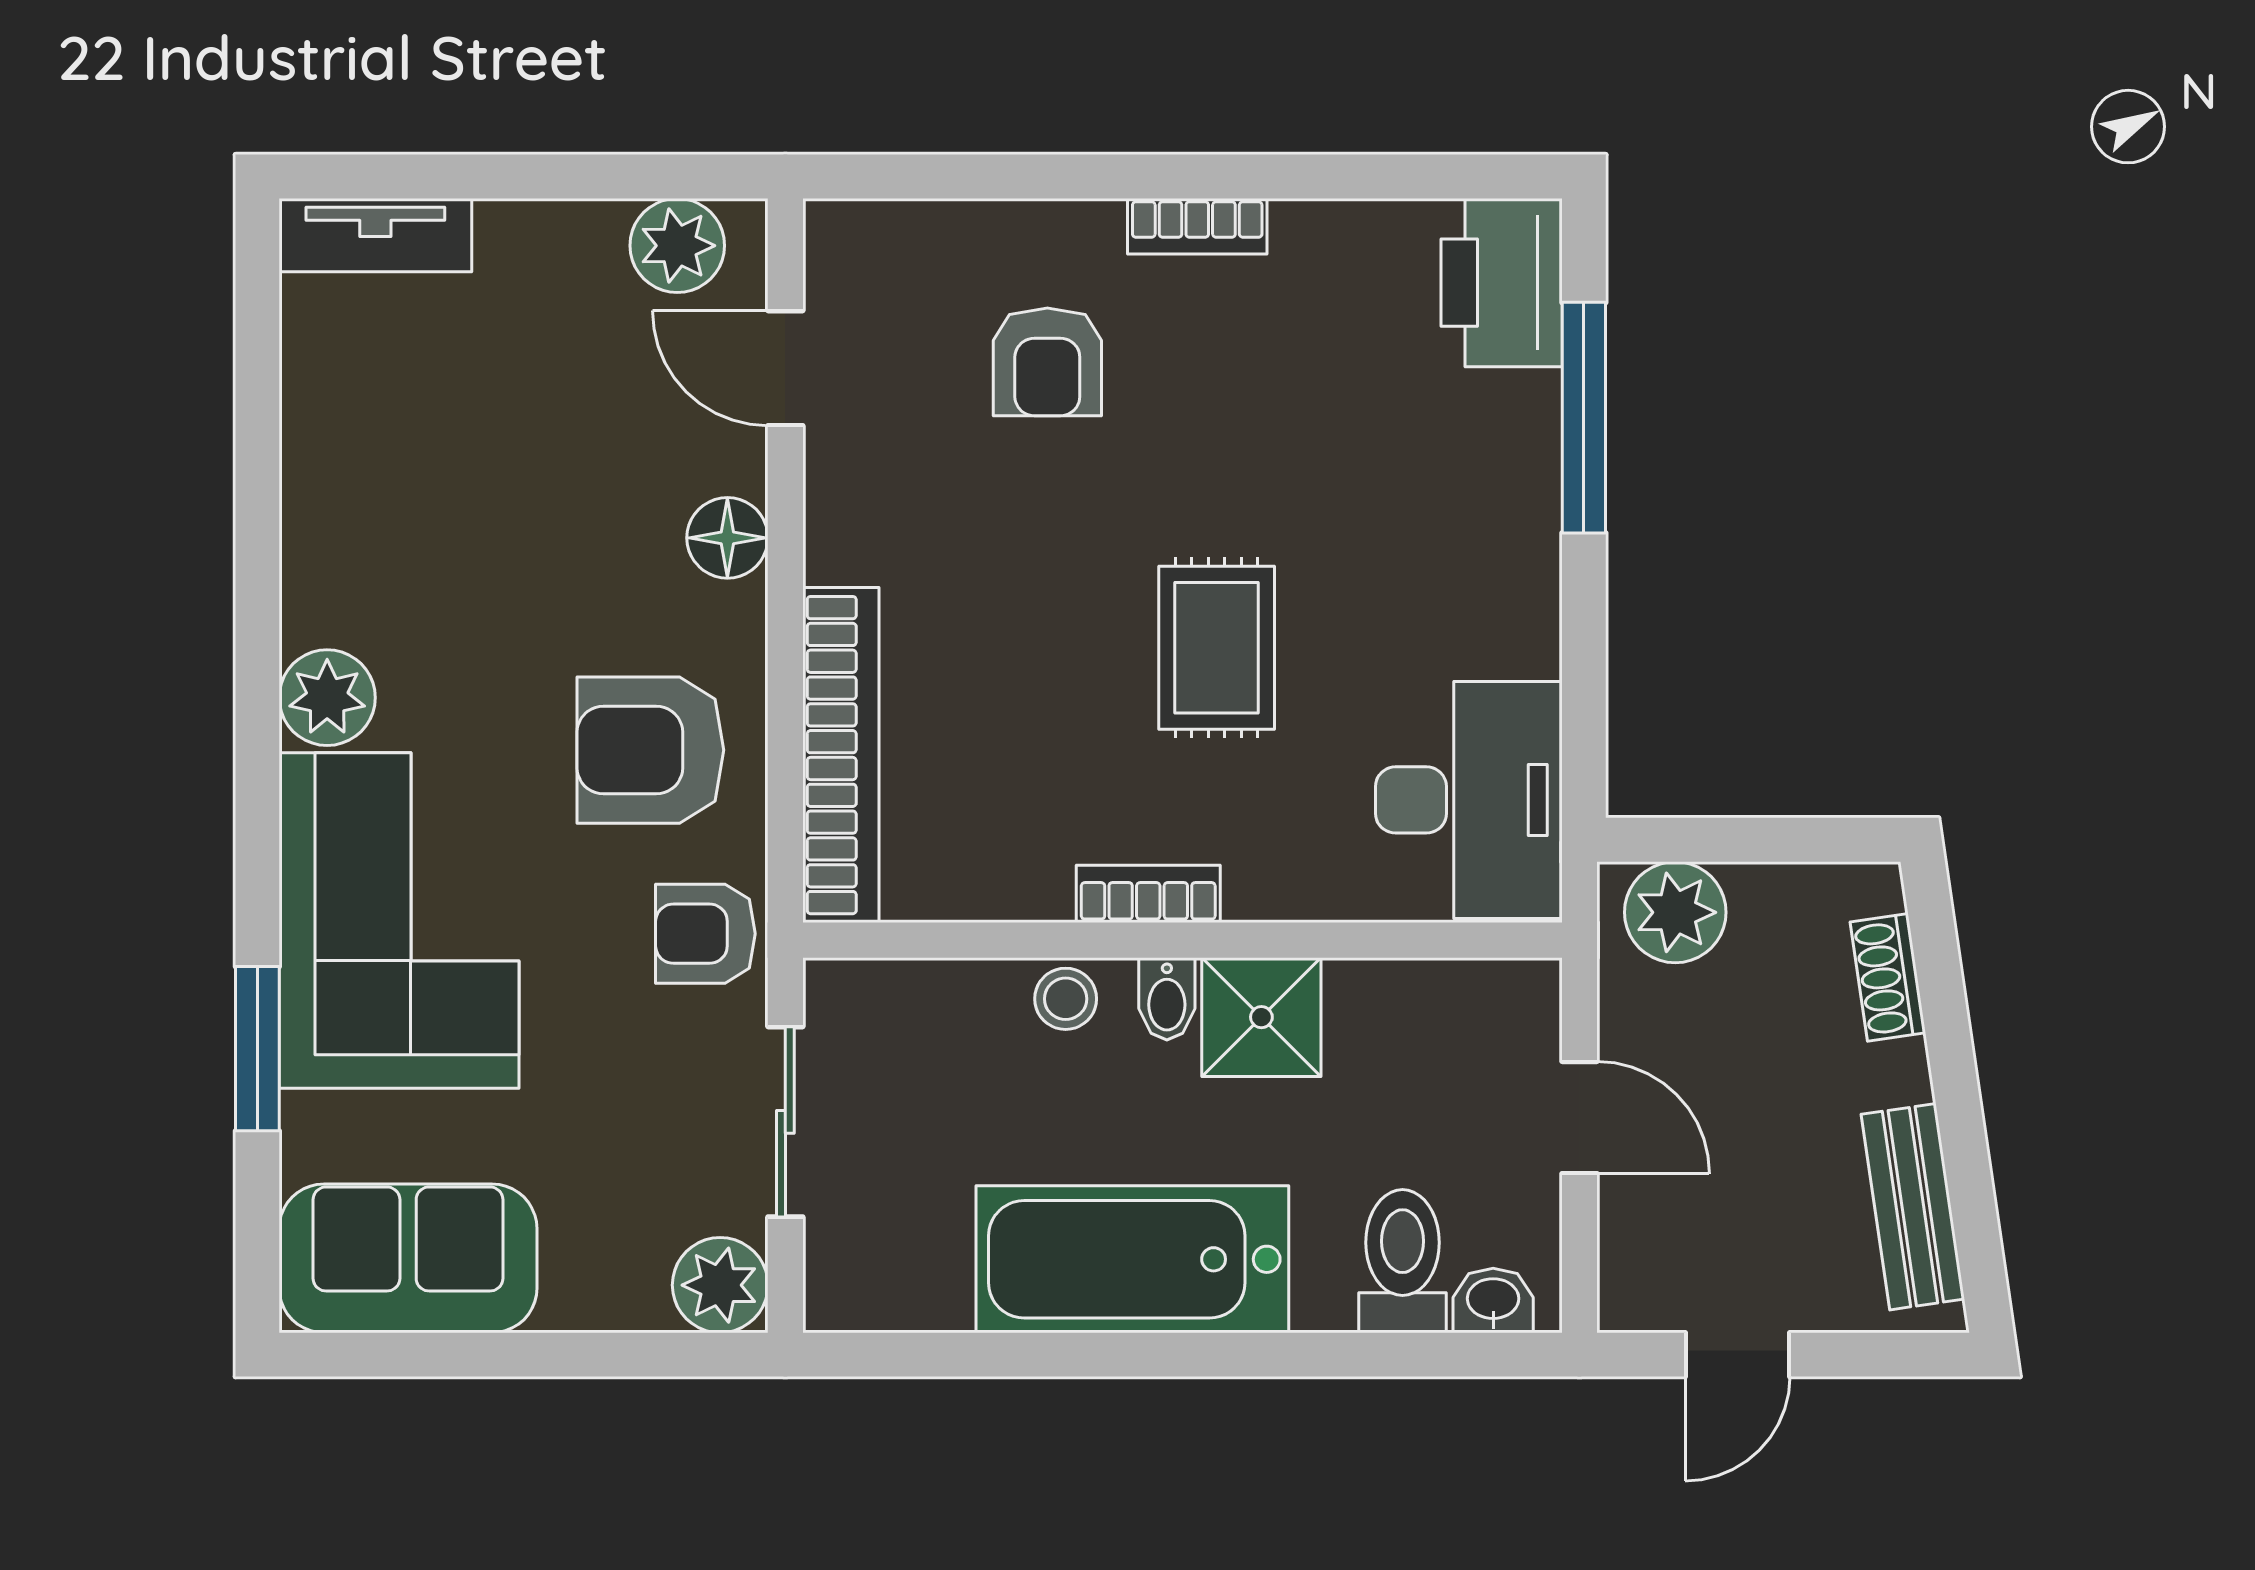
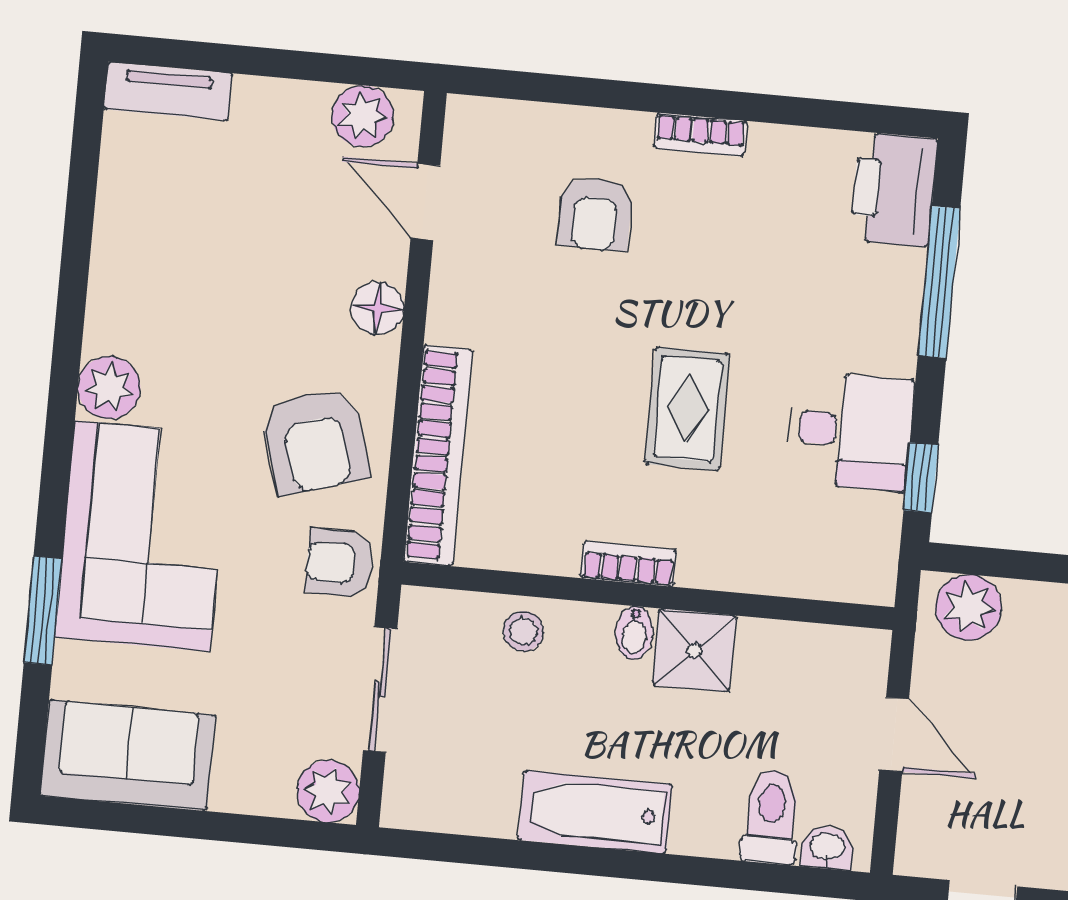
window: (1584, 720) -> (921, 478), added
armchair: (650, 750) -> (315, 441), turned -107
desk: (1469, 800) -> (850, 431), moved, width x0.73
stool: (1066, 999) -> (523, 631), moved
bathtub: (1132, 1259) -> (595, 812), width x0.73, depth x0.73

